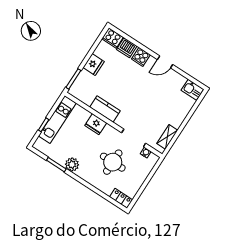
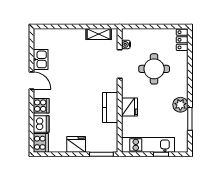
kitchen sink: (192, 90) -> (41, 59), moved

